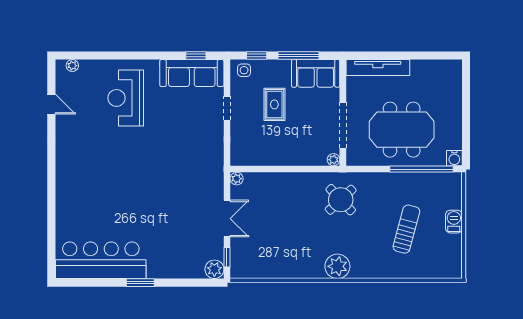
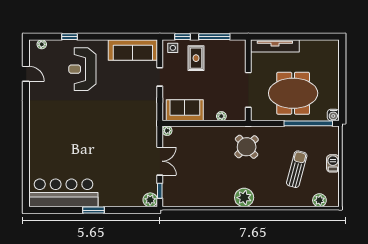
window: (196, 55) -> (69, 37), moved
sofa: (316, 73) -> (185, 110), moved, turned 180
rug: (274, 104) -> (196, 58), moved
plant: (334, 160) -> (221, 116), moved
plant: (436, 270) -> (319, 200), added

